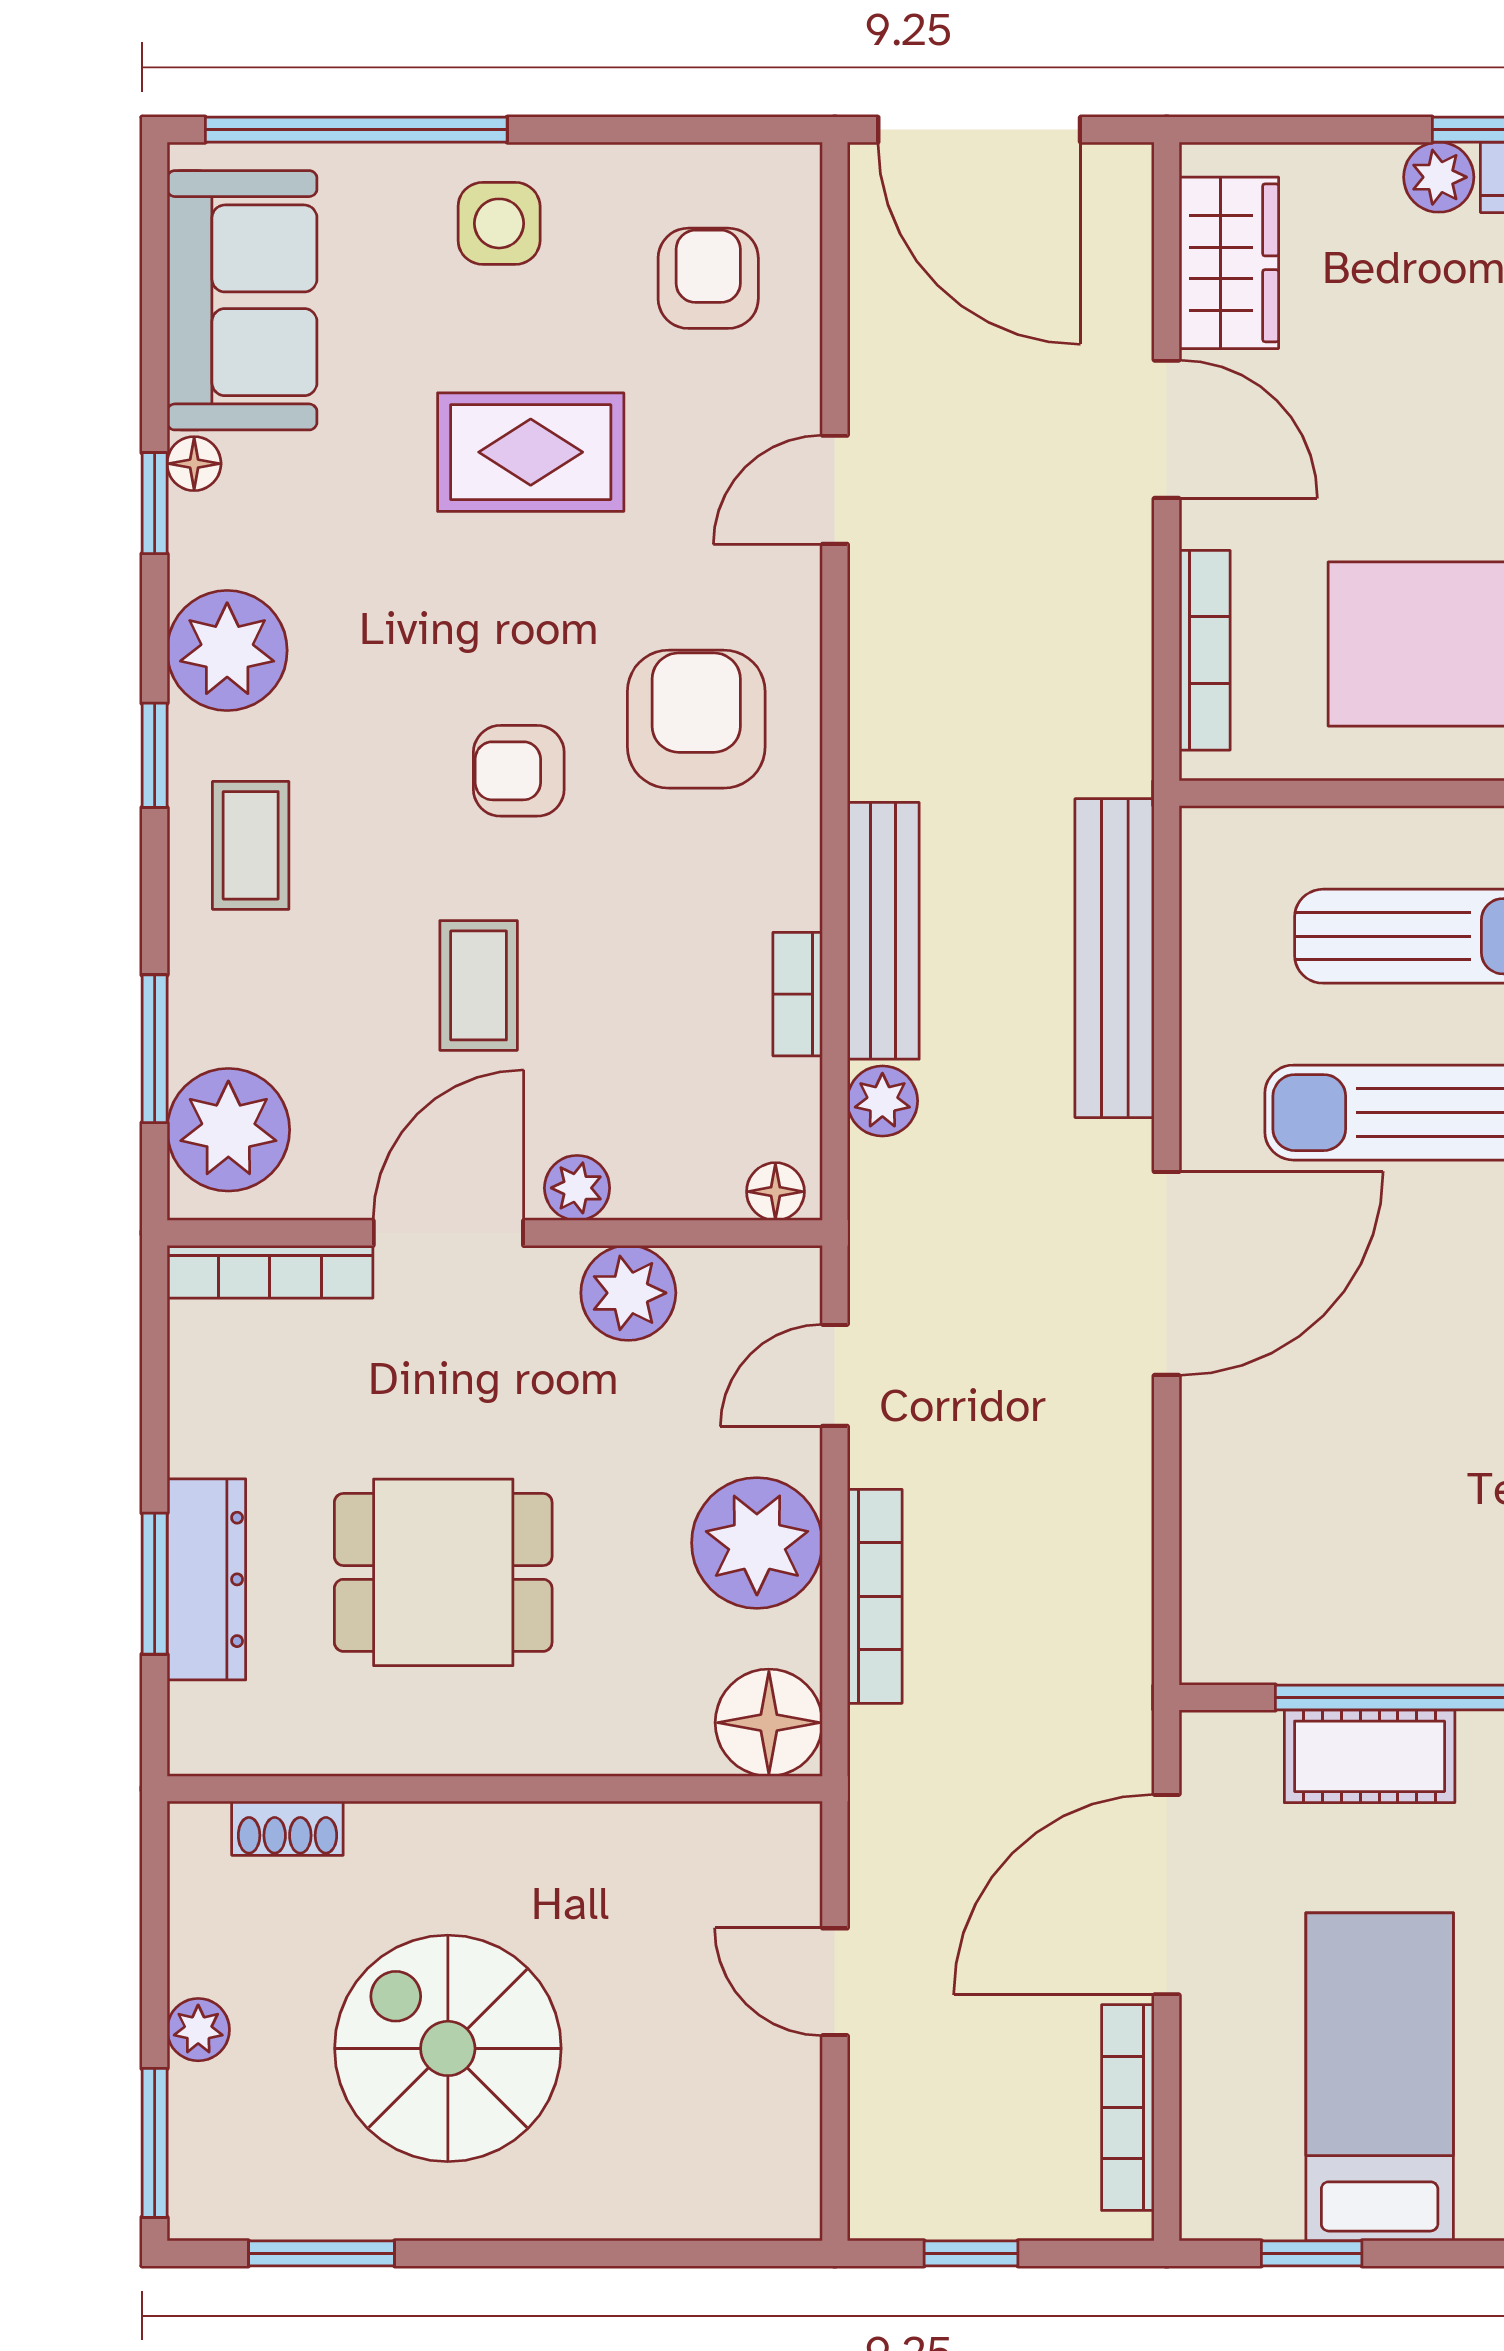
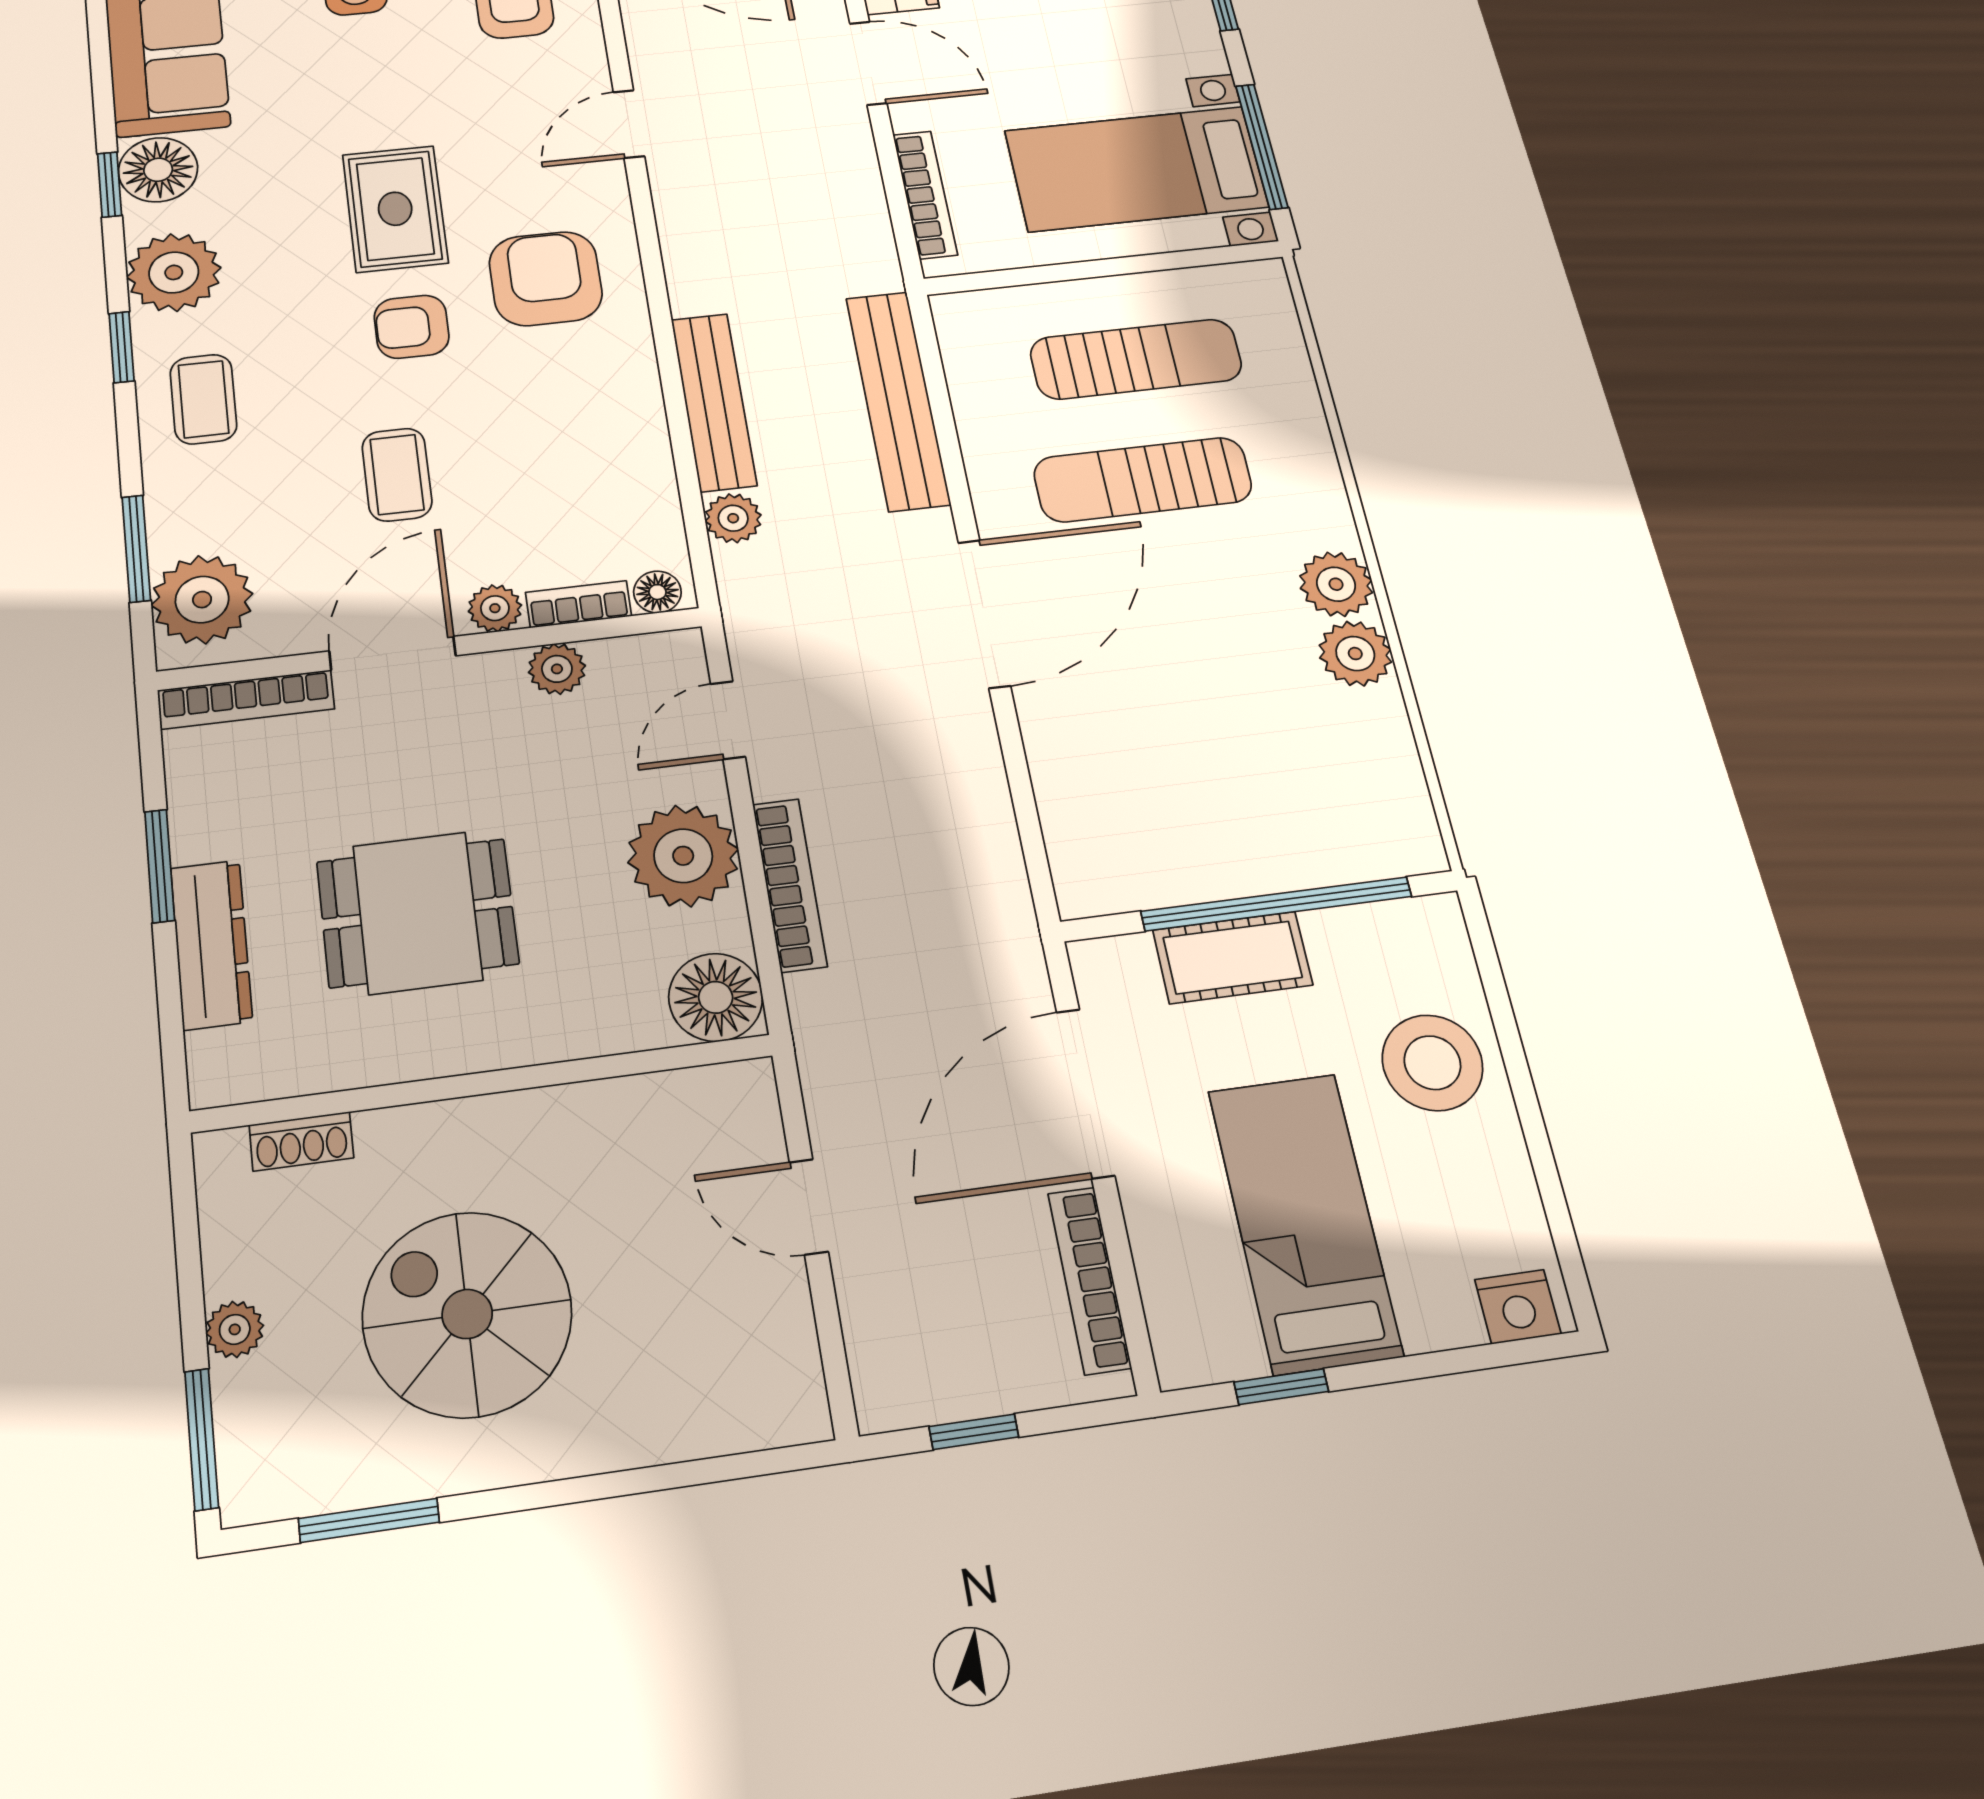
rug: (531, 452) -> (395, 209), moved, turned 90
floor lamp: (194, 464) -> (158, 170), width x1.89, depth x1.89
bookcase: (798, 994) -> (579, 604), moved, turned 90
plant: (628, 1293) -> (557, 669), width x0.73, depth x0.73
window: (155, 1584) -> (160, 866), moved

